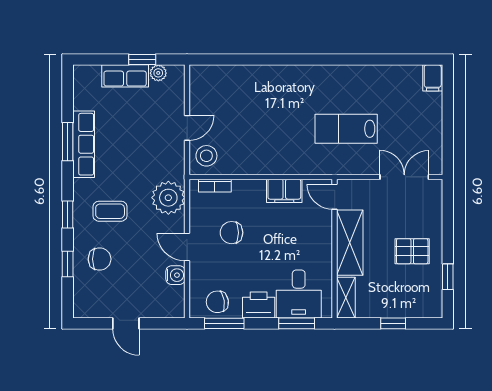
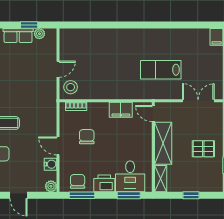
plant: (168, 198) -> (51, 186), moved, width x0.53, depth x0.53
chair: (232, 233) -> (87, 137), turned 90
chair: (217, 302) -> (78, 181), turned 99

